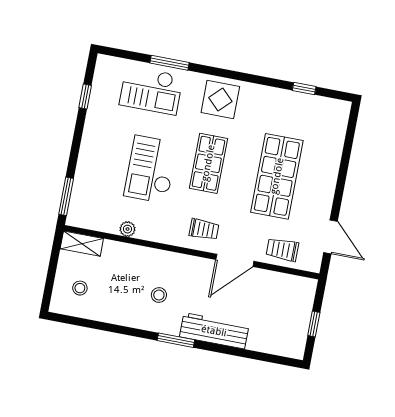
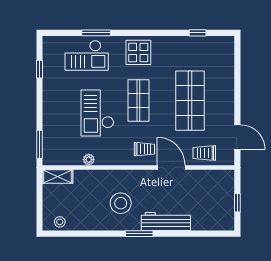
door: (235, 260) -> (171, 167), swing flipped
stool: (80, 288) -> (60, 222), moved
stool: (159, 295) -> (121, 203), width x1.89, depth x1.89

